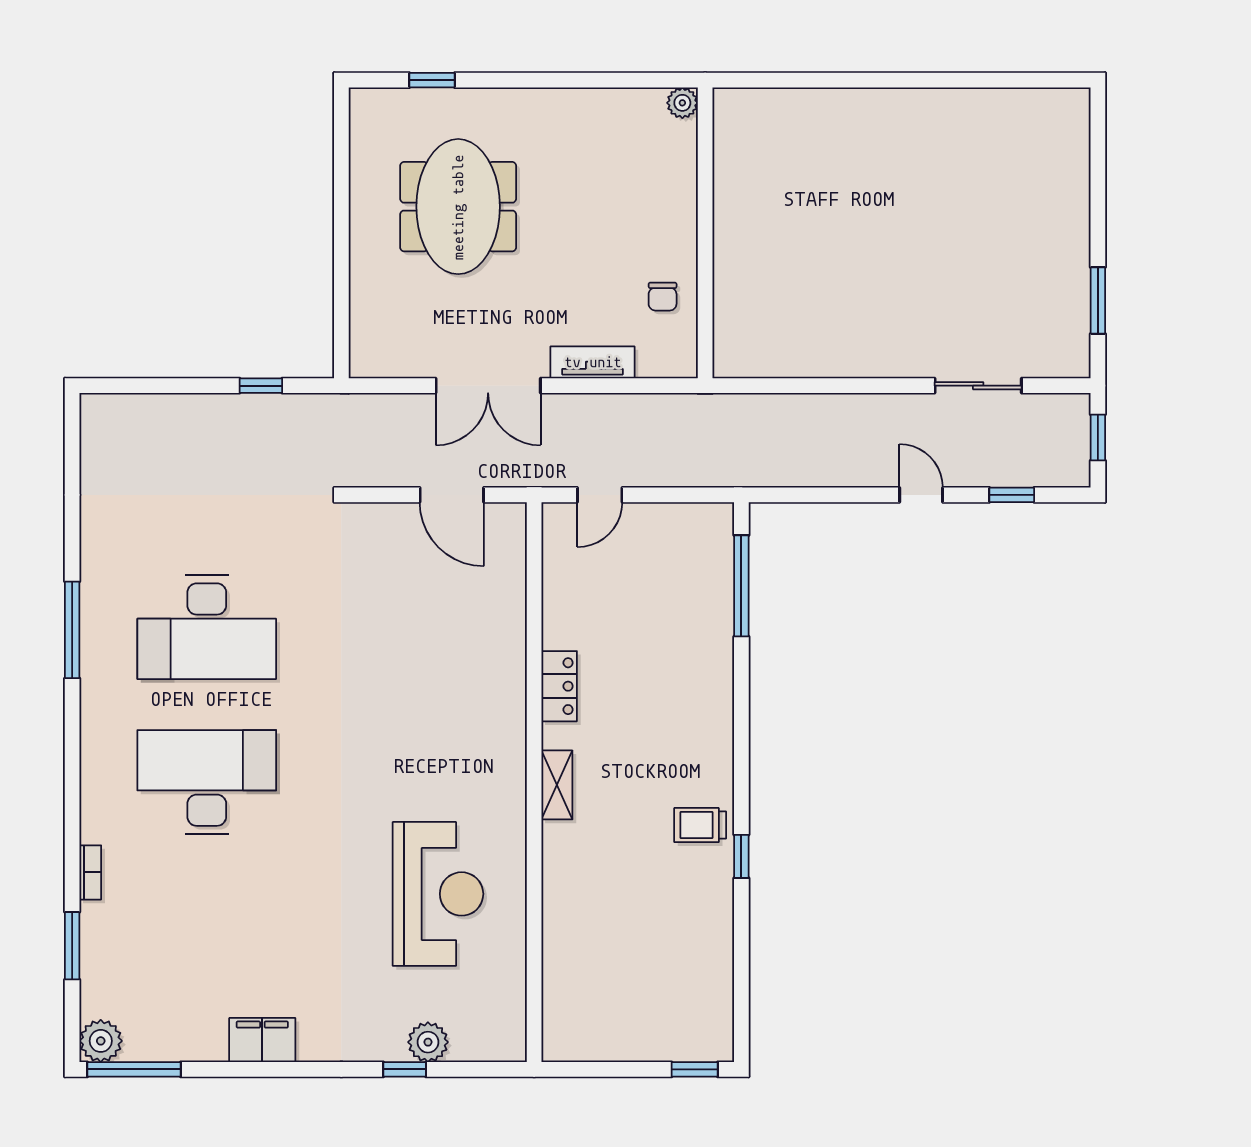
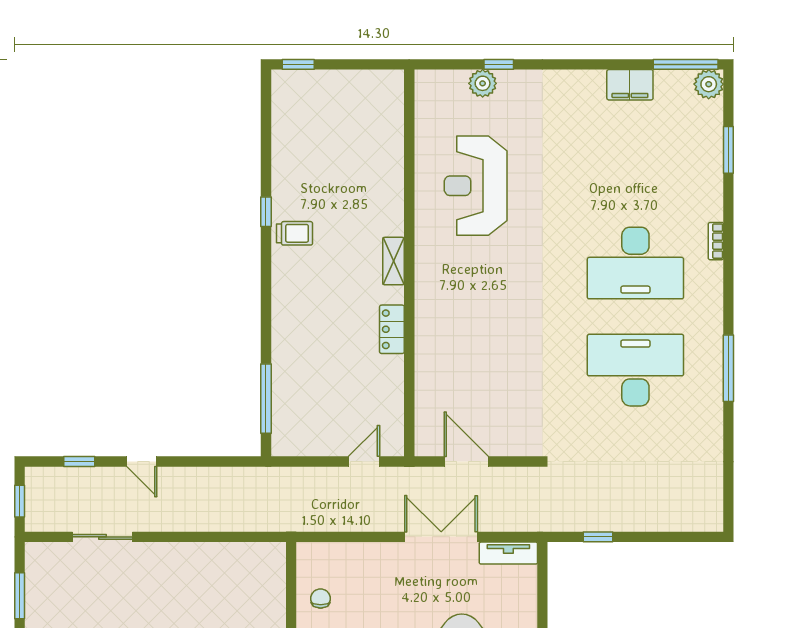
tv unit: (593, 362) -> (508, 553), moved
bookcase: (90, 872) -> (716, 241), moved
filing cabinet: (262, 1040) -> (630, 85), moved

